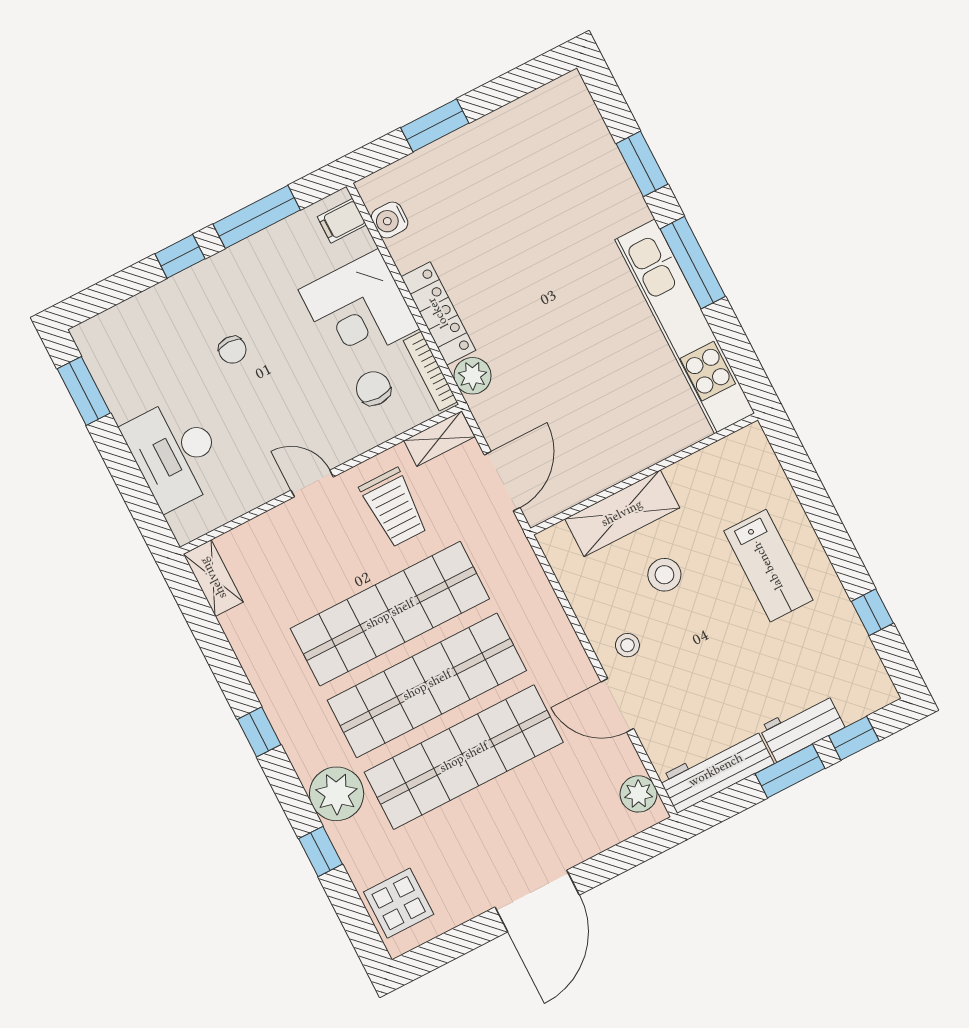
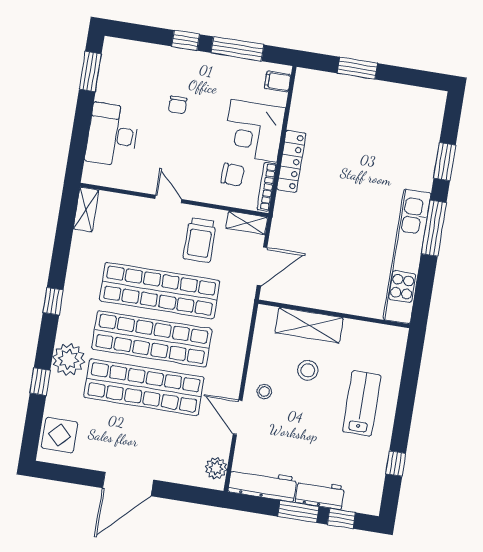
water cooler: (390, 220) -> (301, 98), removed
plant: (473, 376) -> (286, 204), removed
chair: (373, 389) -> (233, 175), turned 92
lab bench: (768, 566) -> (362, 403), turned 180

